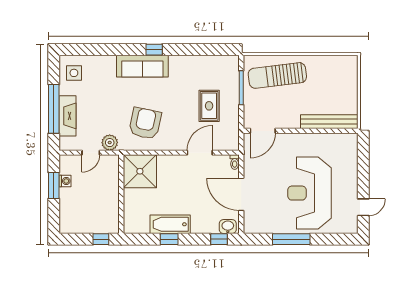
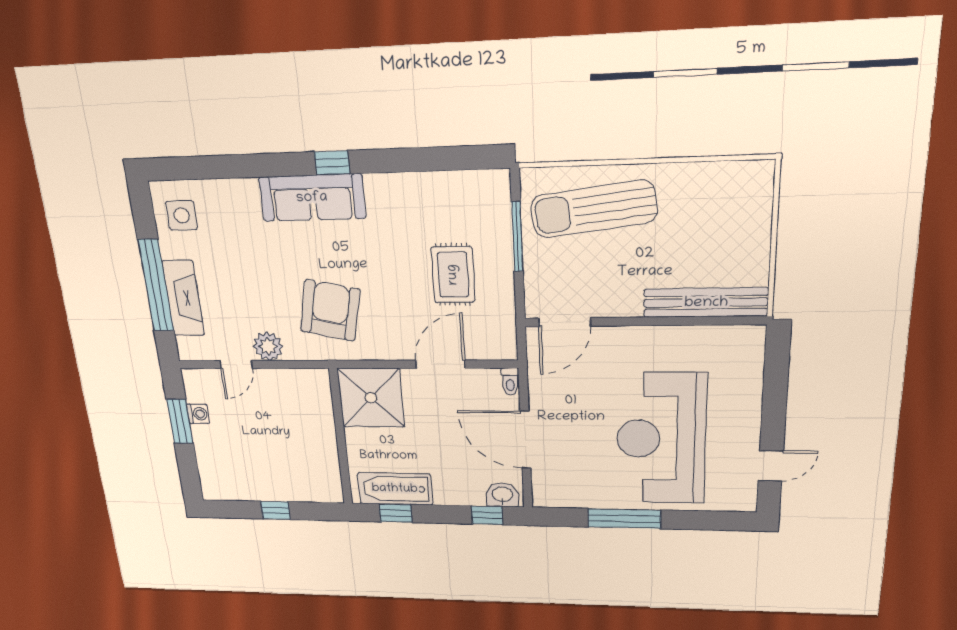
shower: (140, 171) -> (371, 398), moved
wall: (121, 194) -> (341, 437), moved

